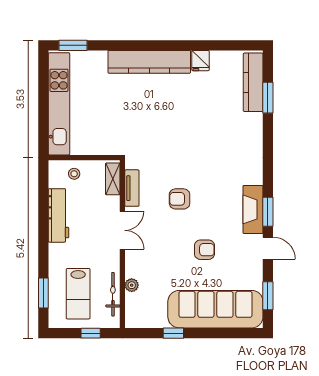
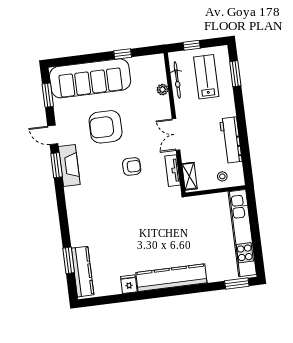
armchair: (204, 250) -> (106, 127), width x1.88, depth x1.88

